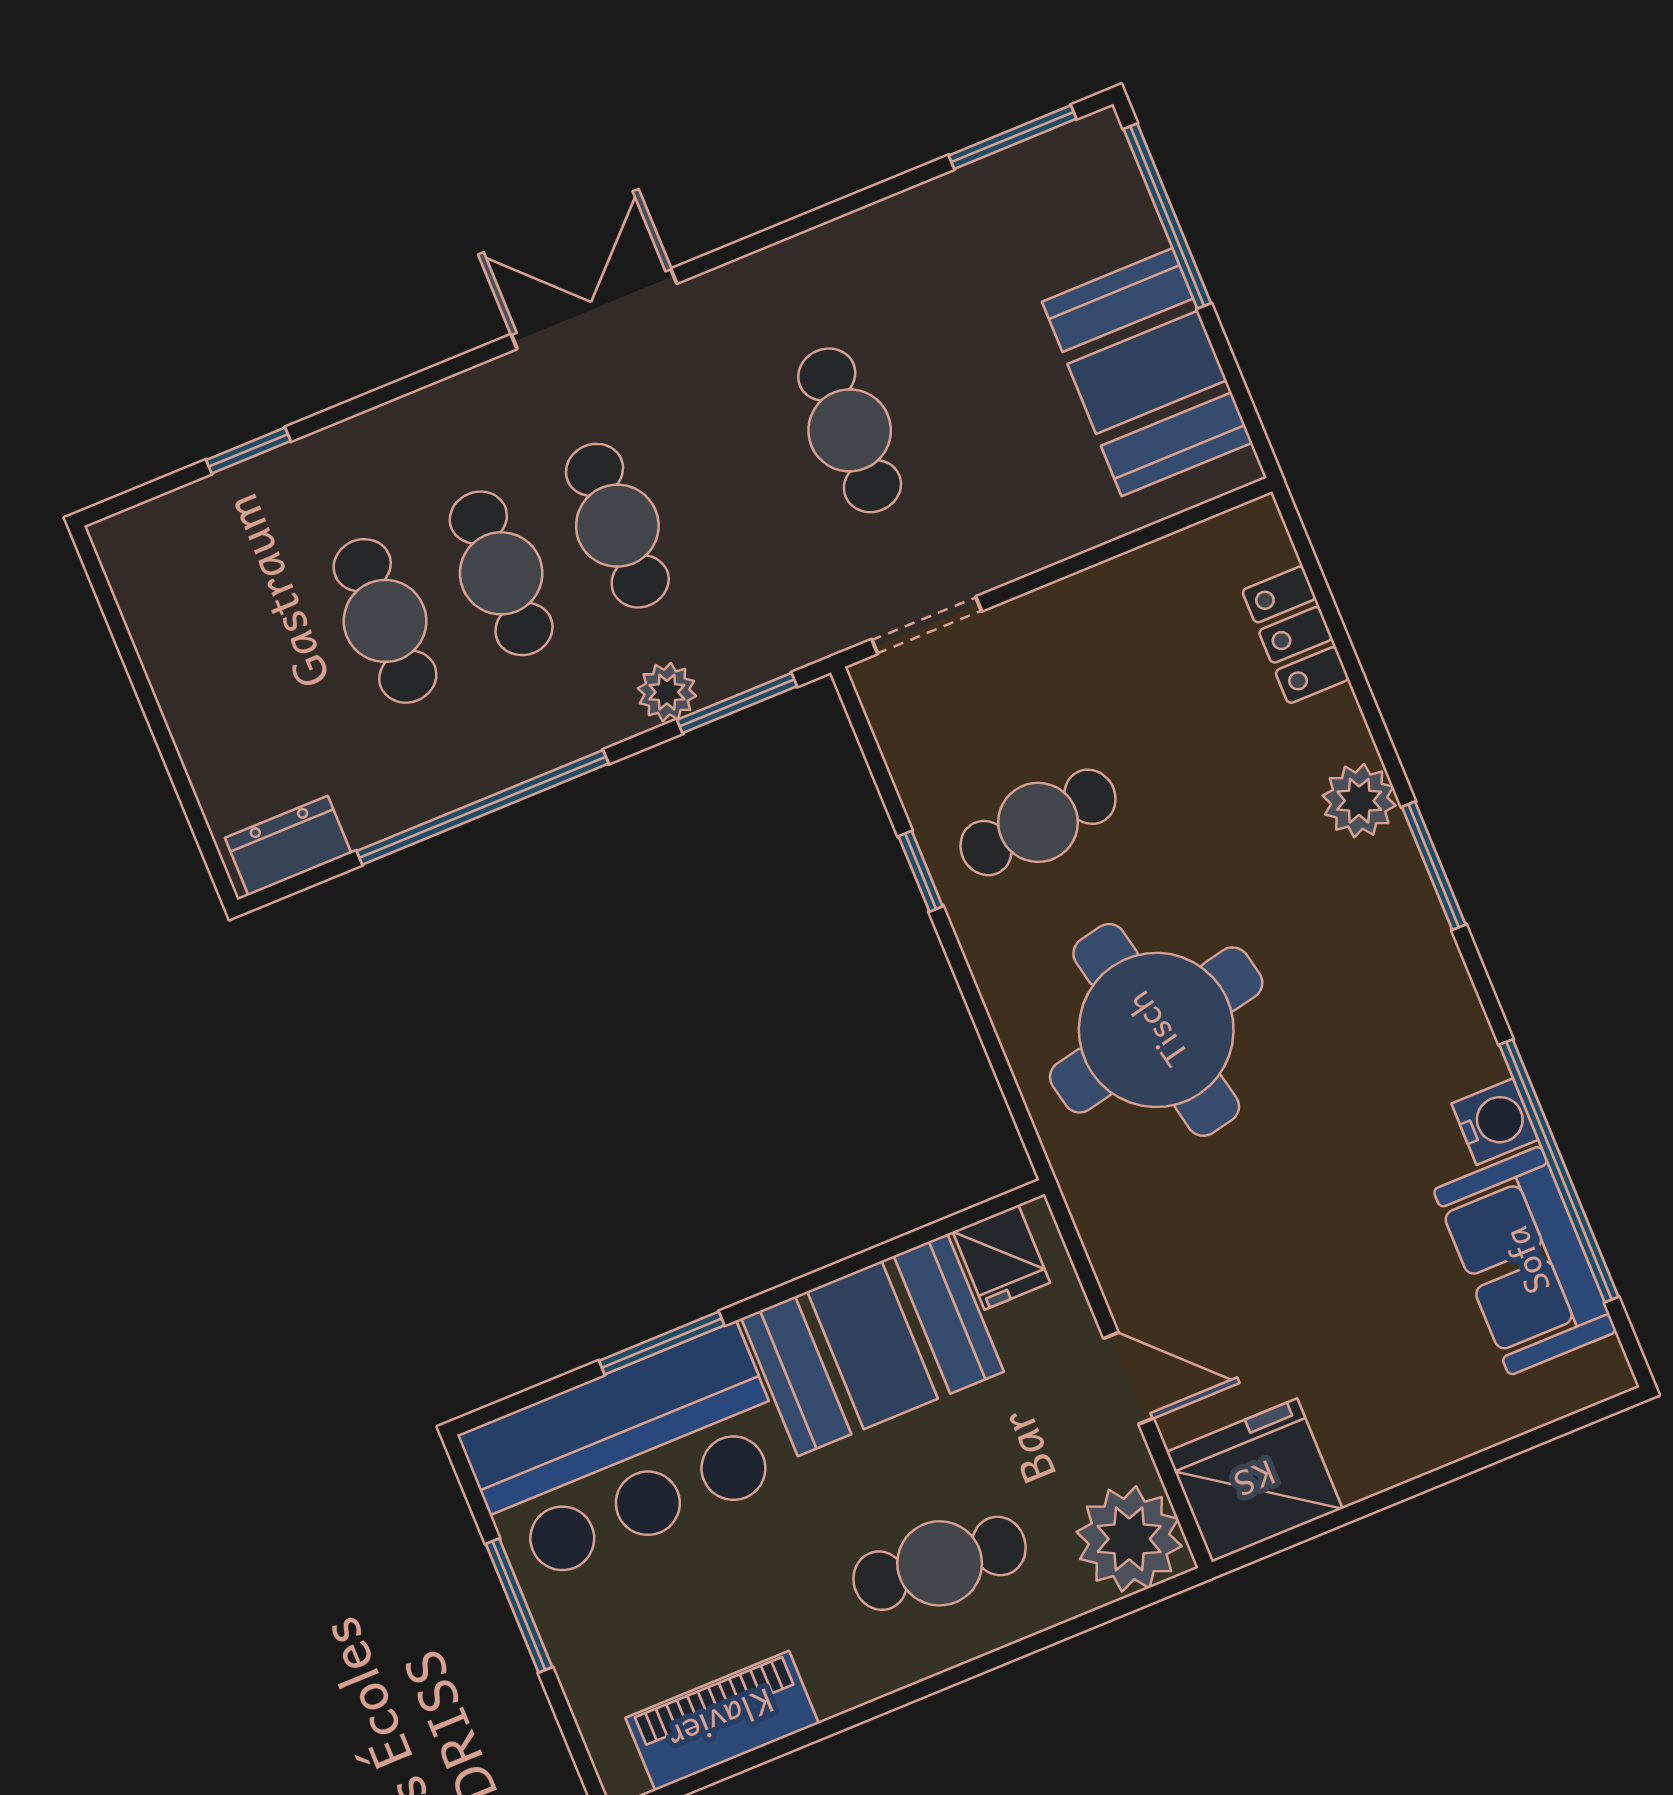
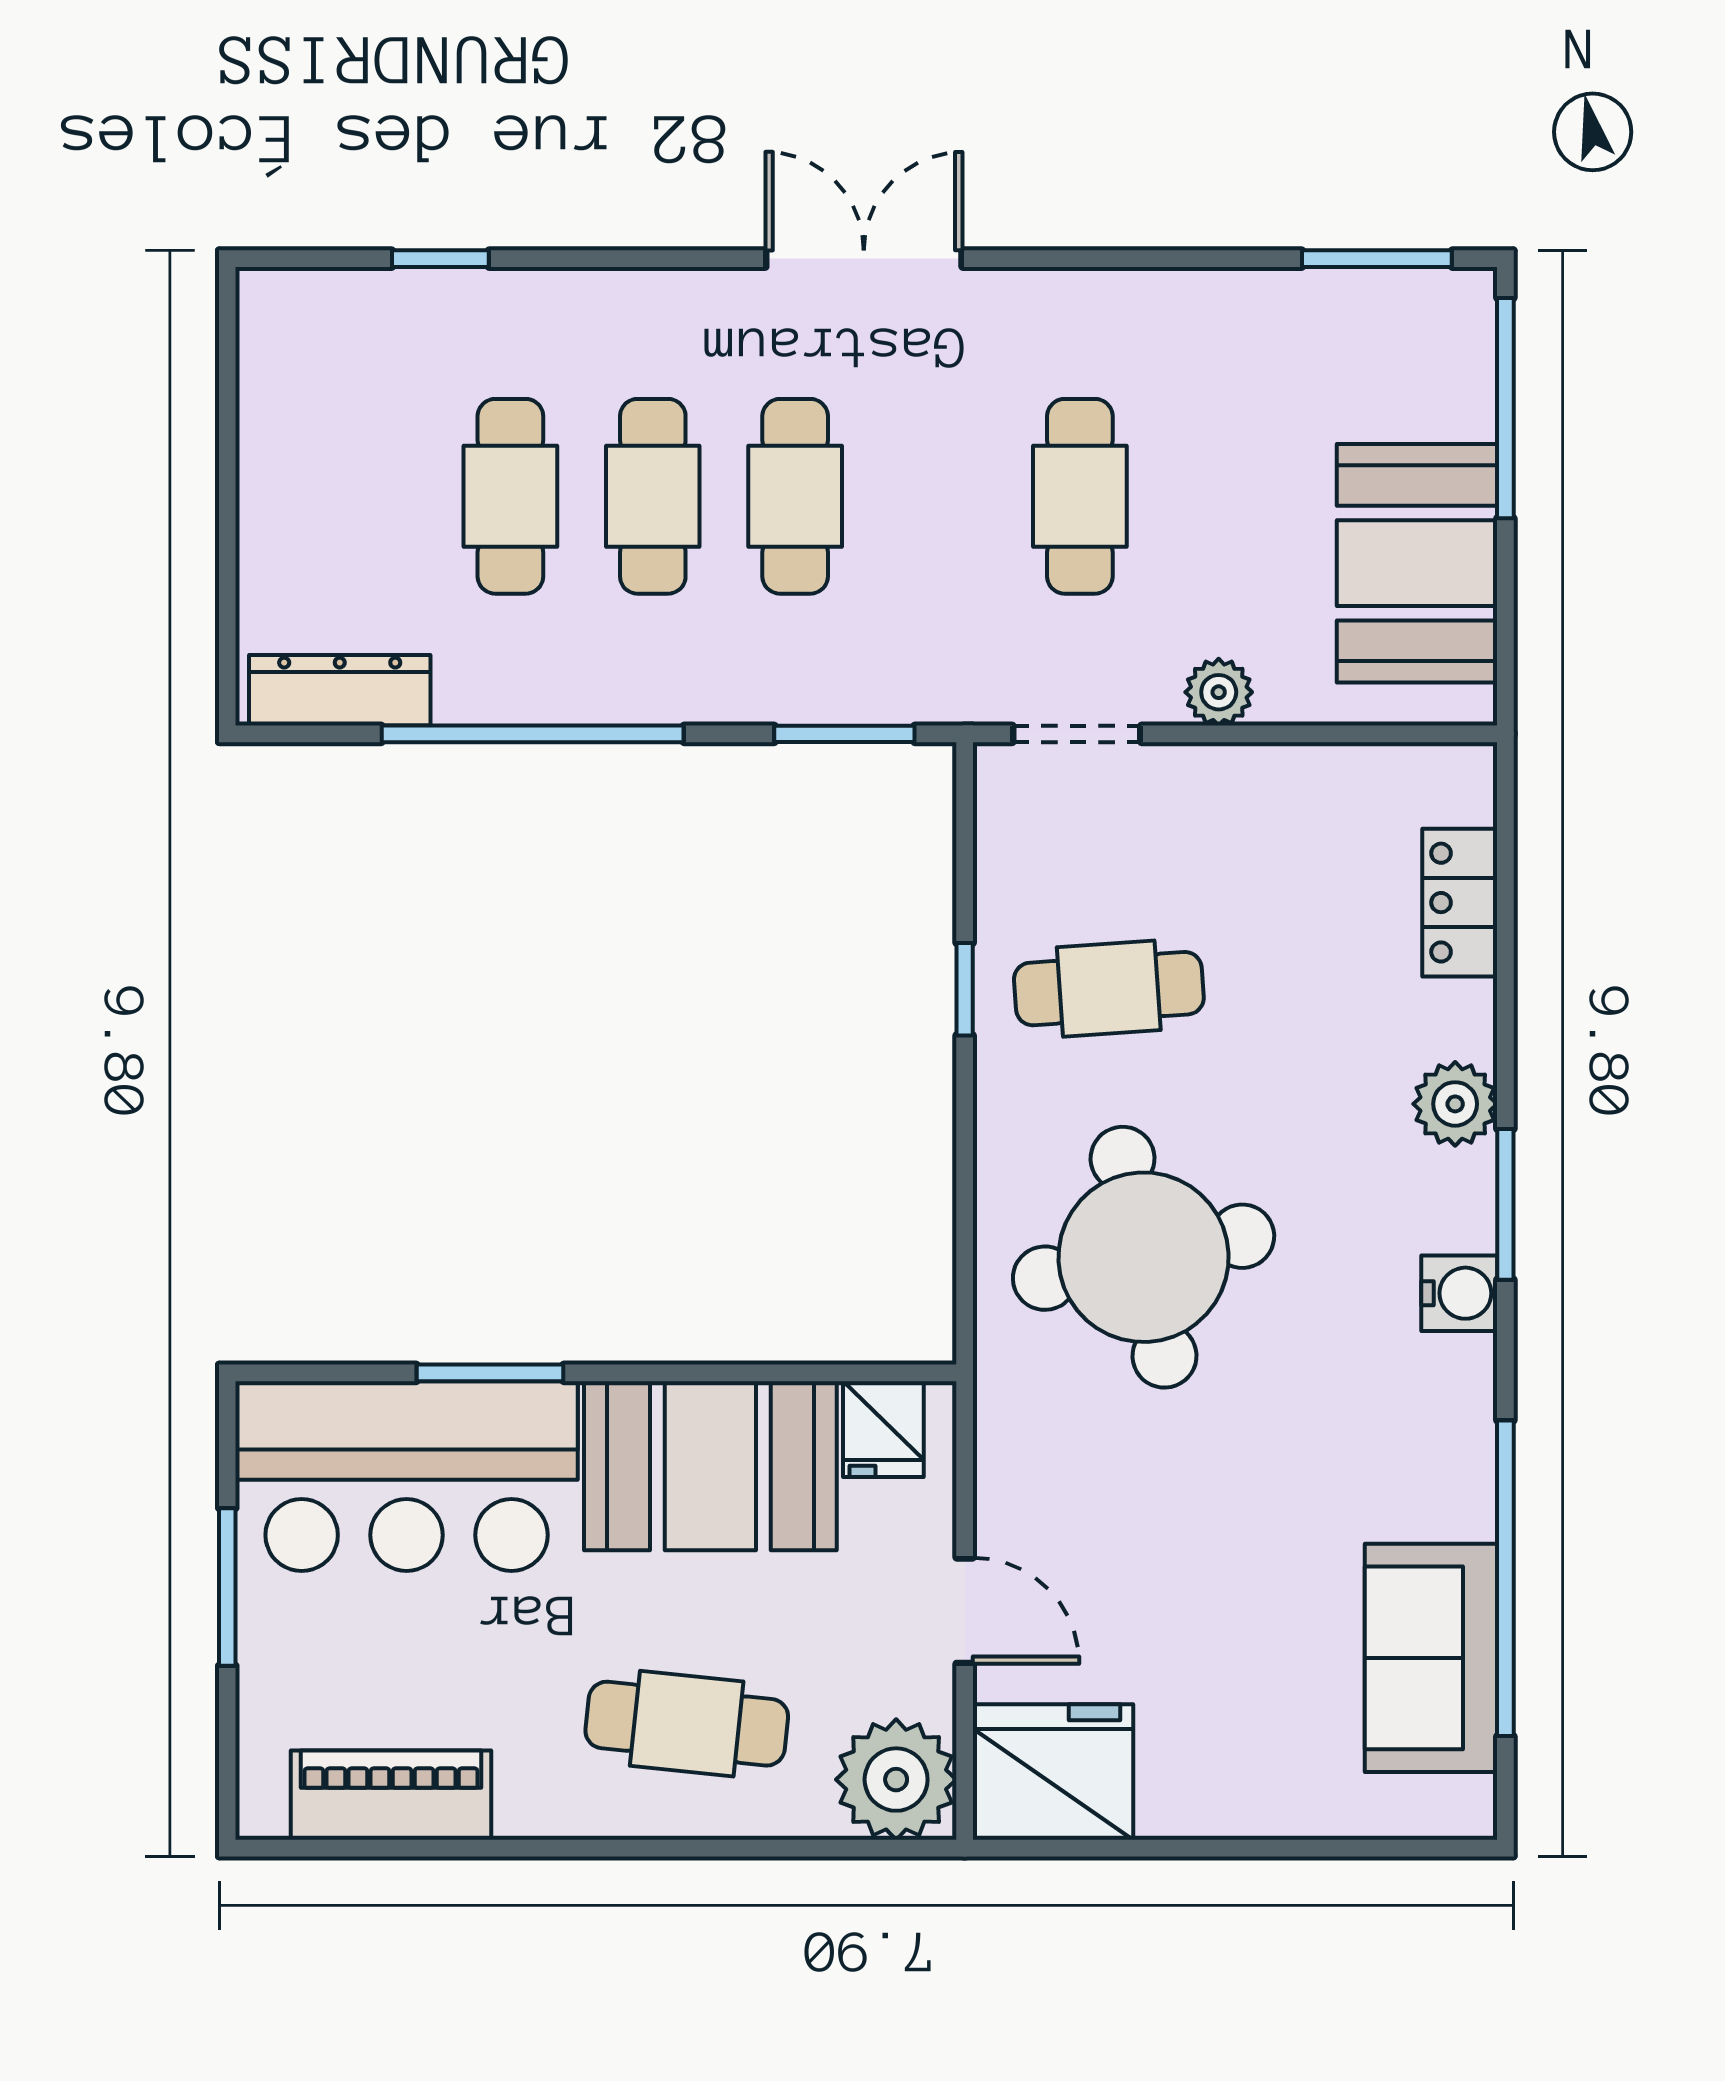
plant: (667, 692) -> (1219, 692), moved
dresser: (288, 846) -> (340, 690), width x1.44
water cooler: (1495, 1122) -> (1459, 1293), moved

